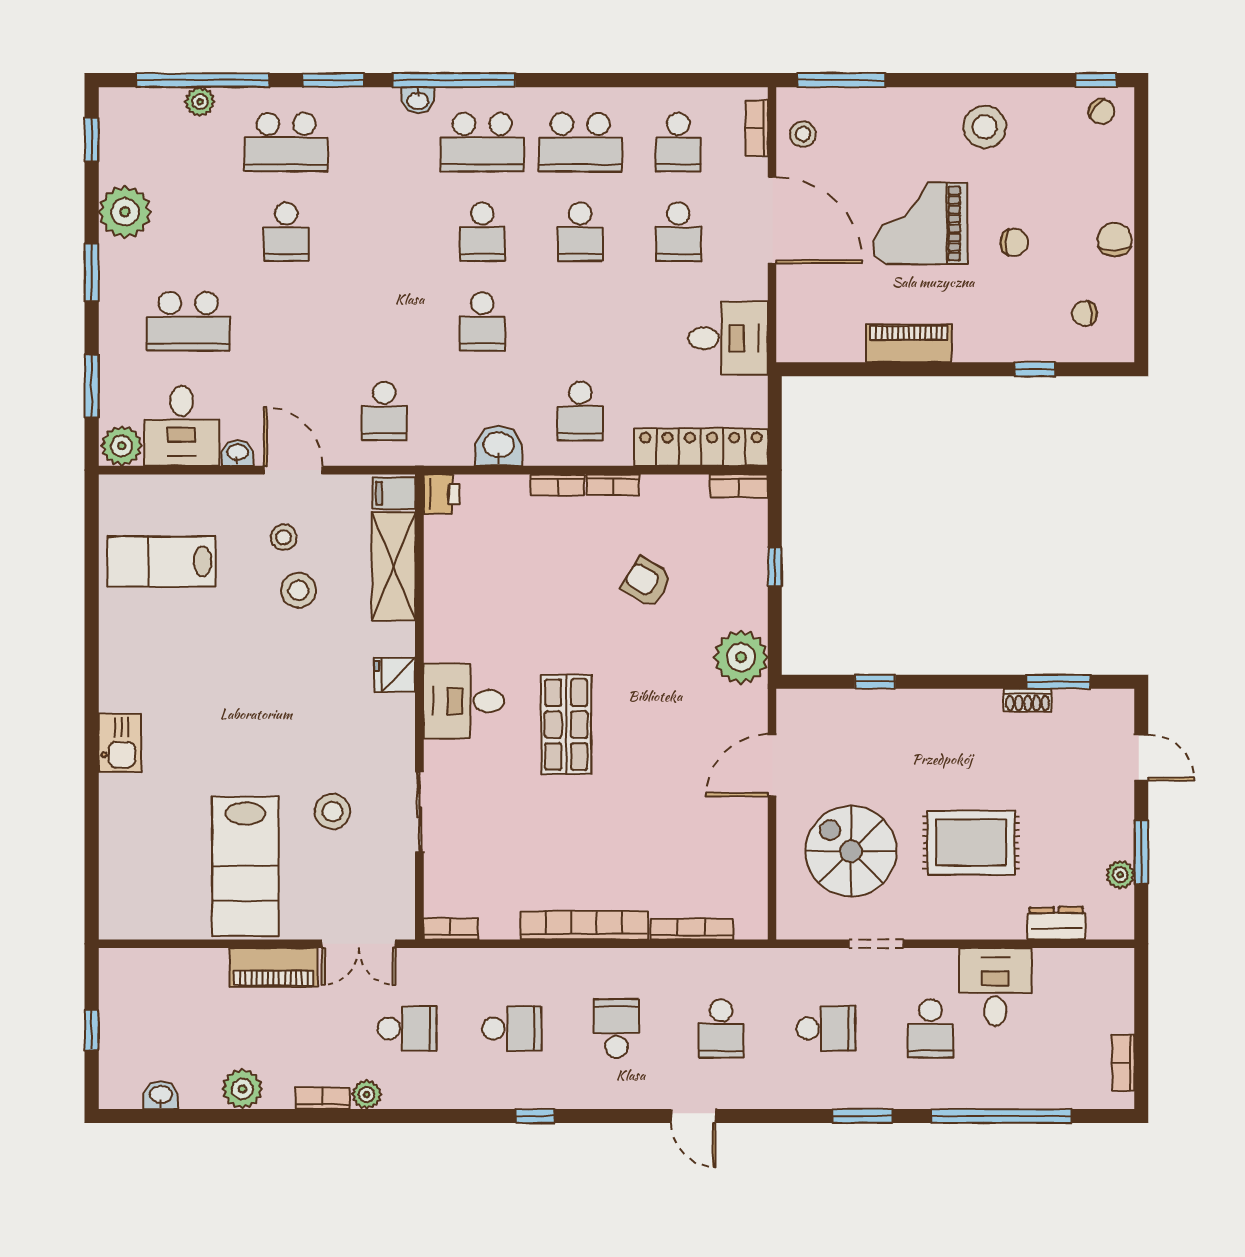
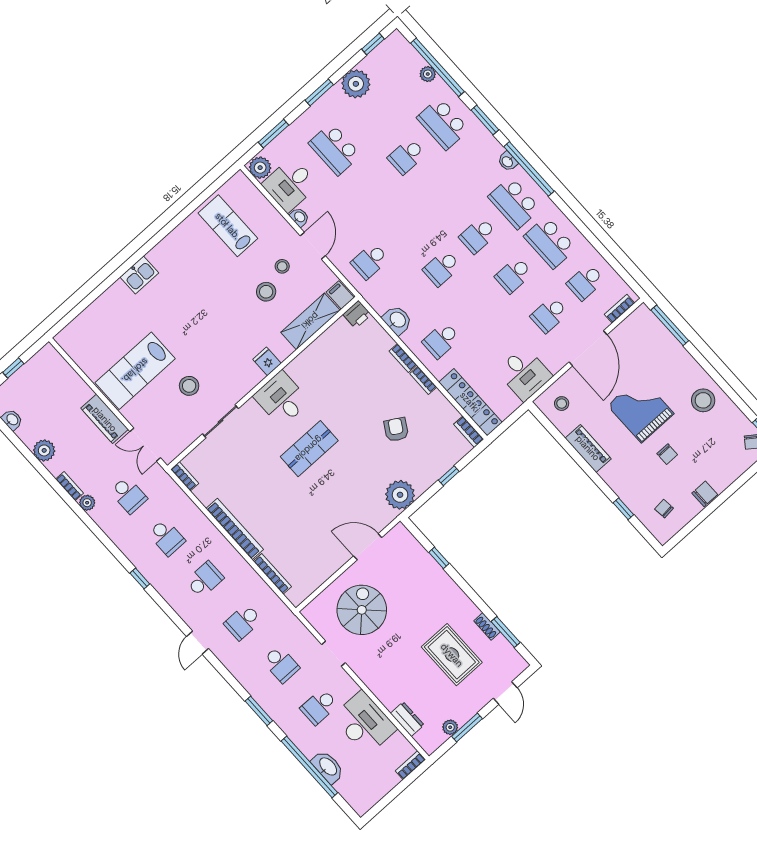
stool: (803, 134) -> (562, 404), moved
rug: (971, 843) -> (452, 655), moved
desk: (995, 987) -> (364, 723), width x1.37
bookcase: (1123, 1063) -> (410, 765), moved
washbasin: (1024, 1091) -> (328, 767), added

